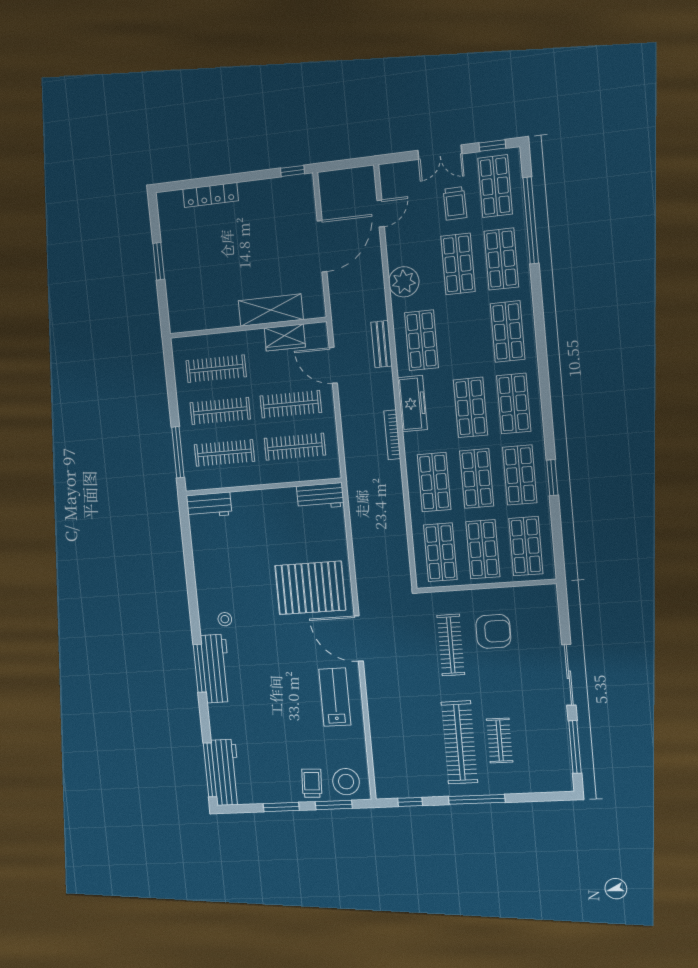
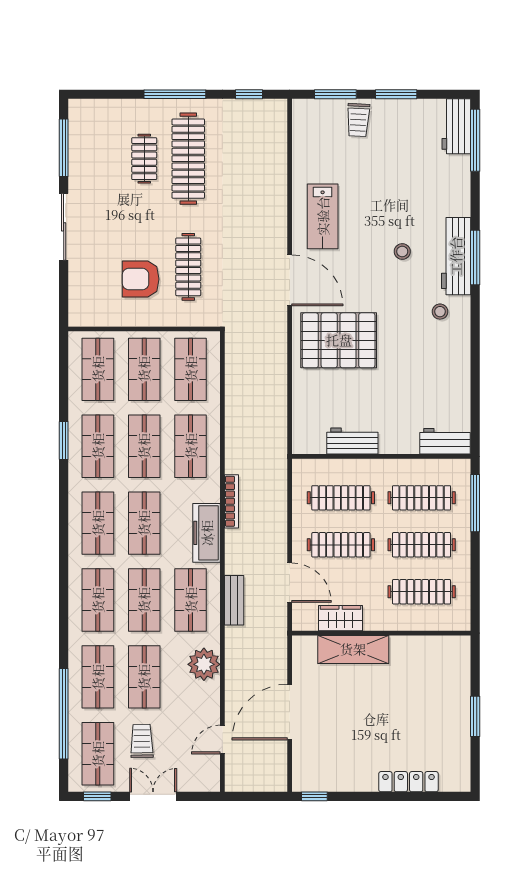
shop shelf: (464, 336) -> (144, 600), added
workbench: (320, 496) -> (352, 441), moved
workbench: (226, 772) -> (456, 126), width x0.73
stool: (346, 782) -> (402, 251), moved, width x0.53, depth x0.53

